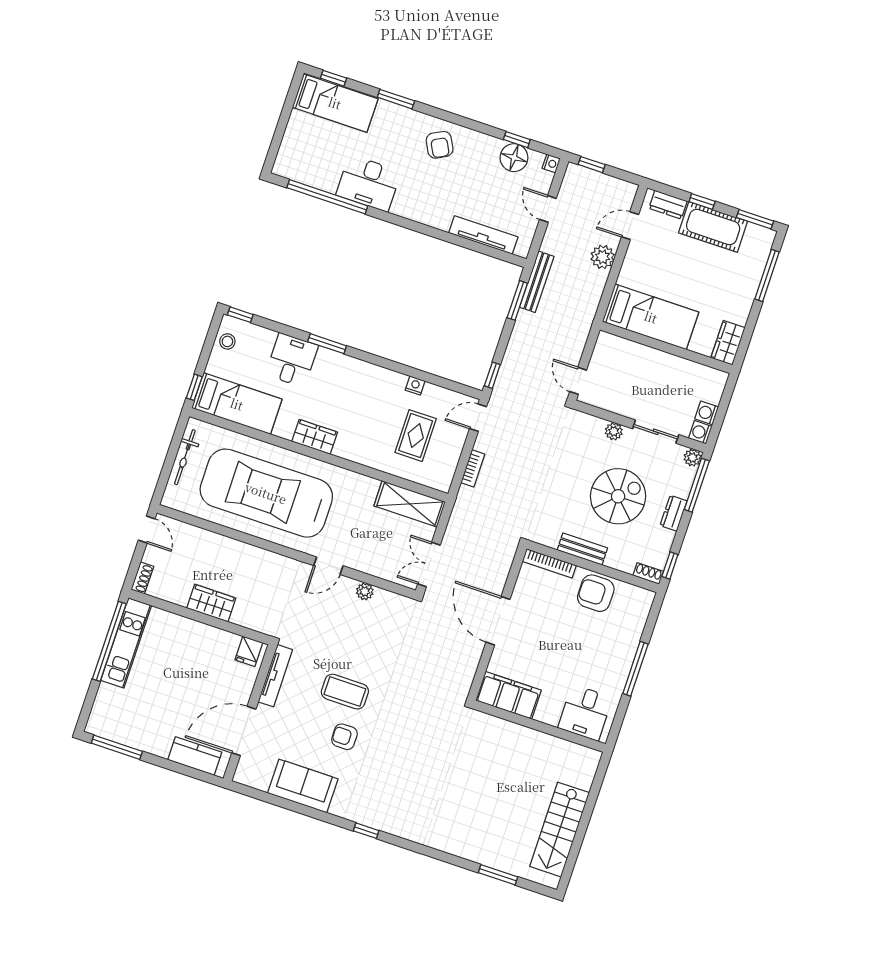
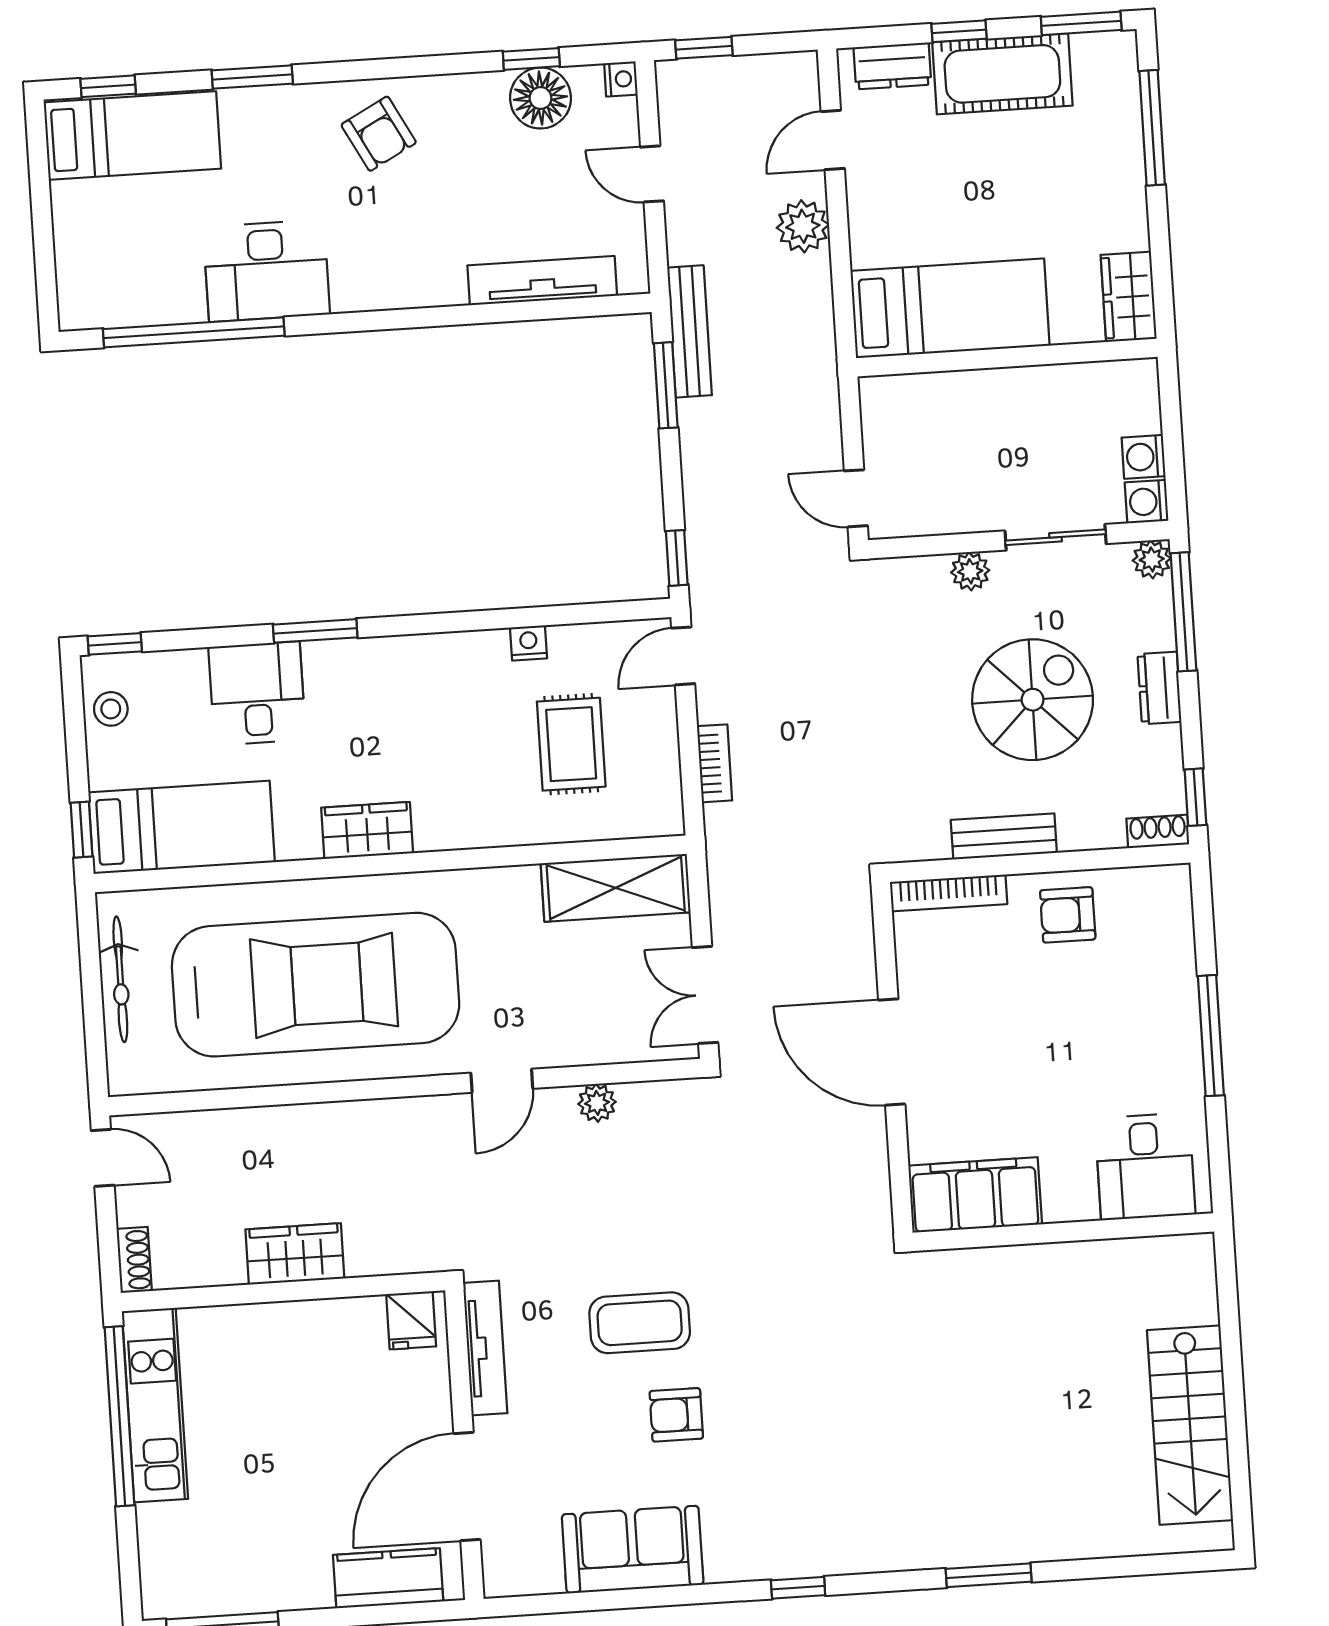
car: (266, 493) -> (316, 985), turned 180
armchair: (596, 593) -> (1068, 915), width x0.72, depth x0.72
window: (498, 875) -> (989, 1575), moved

